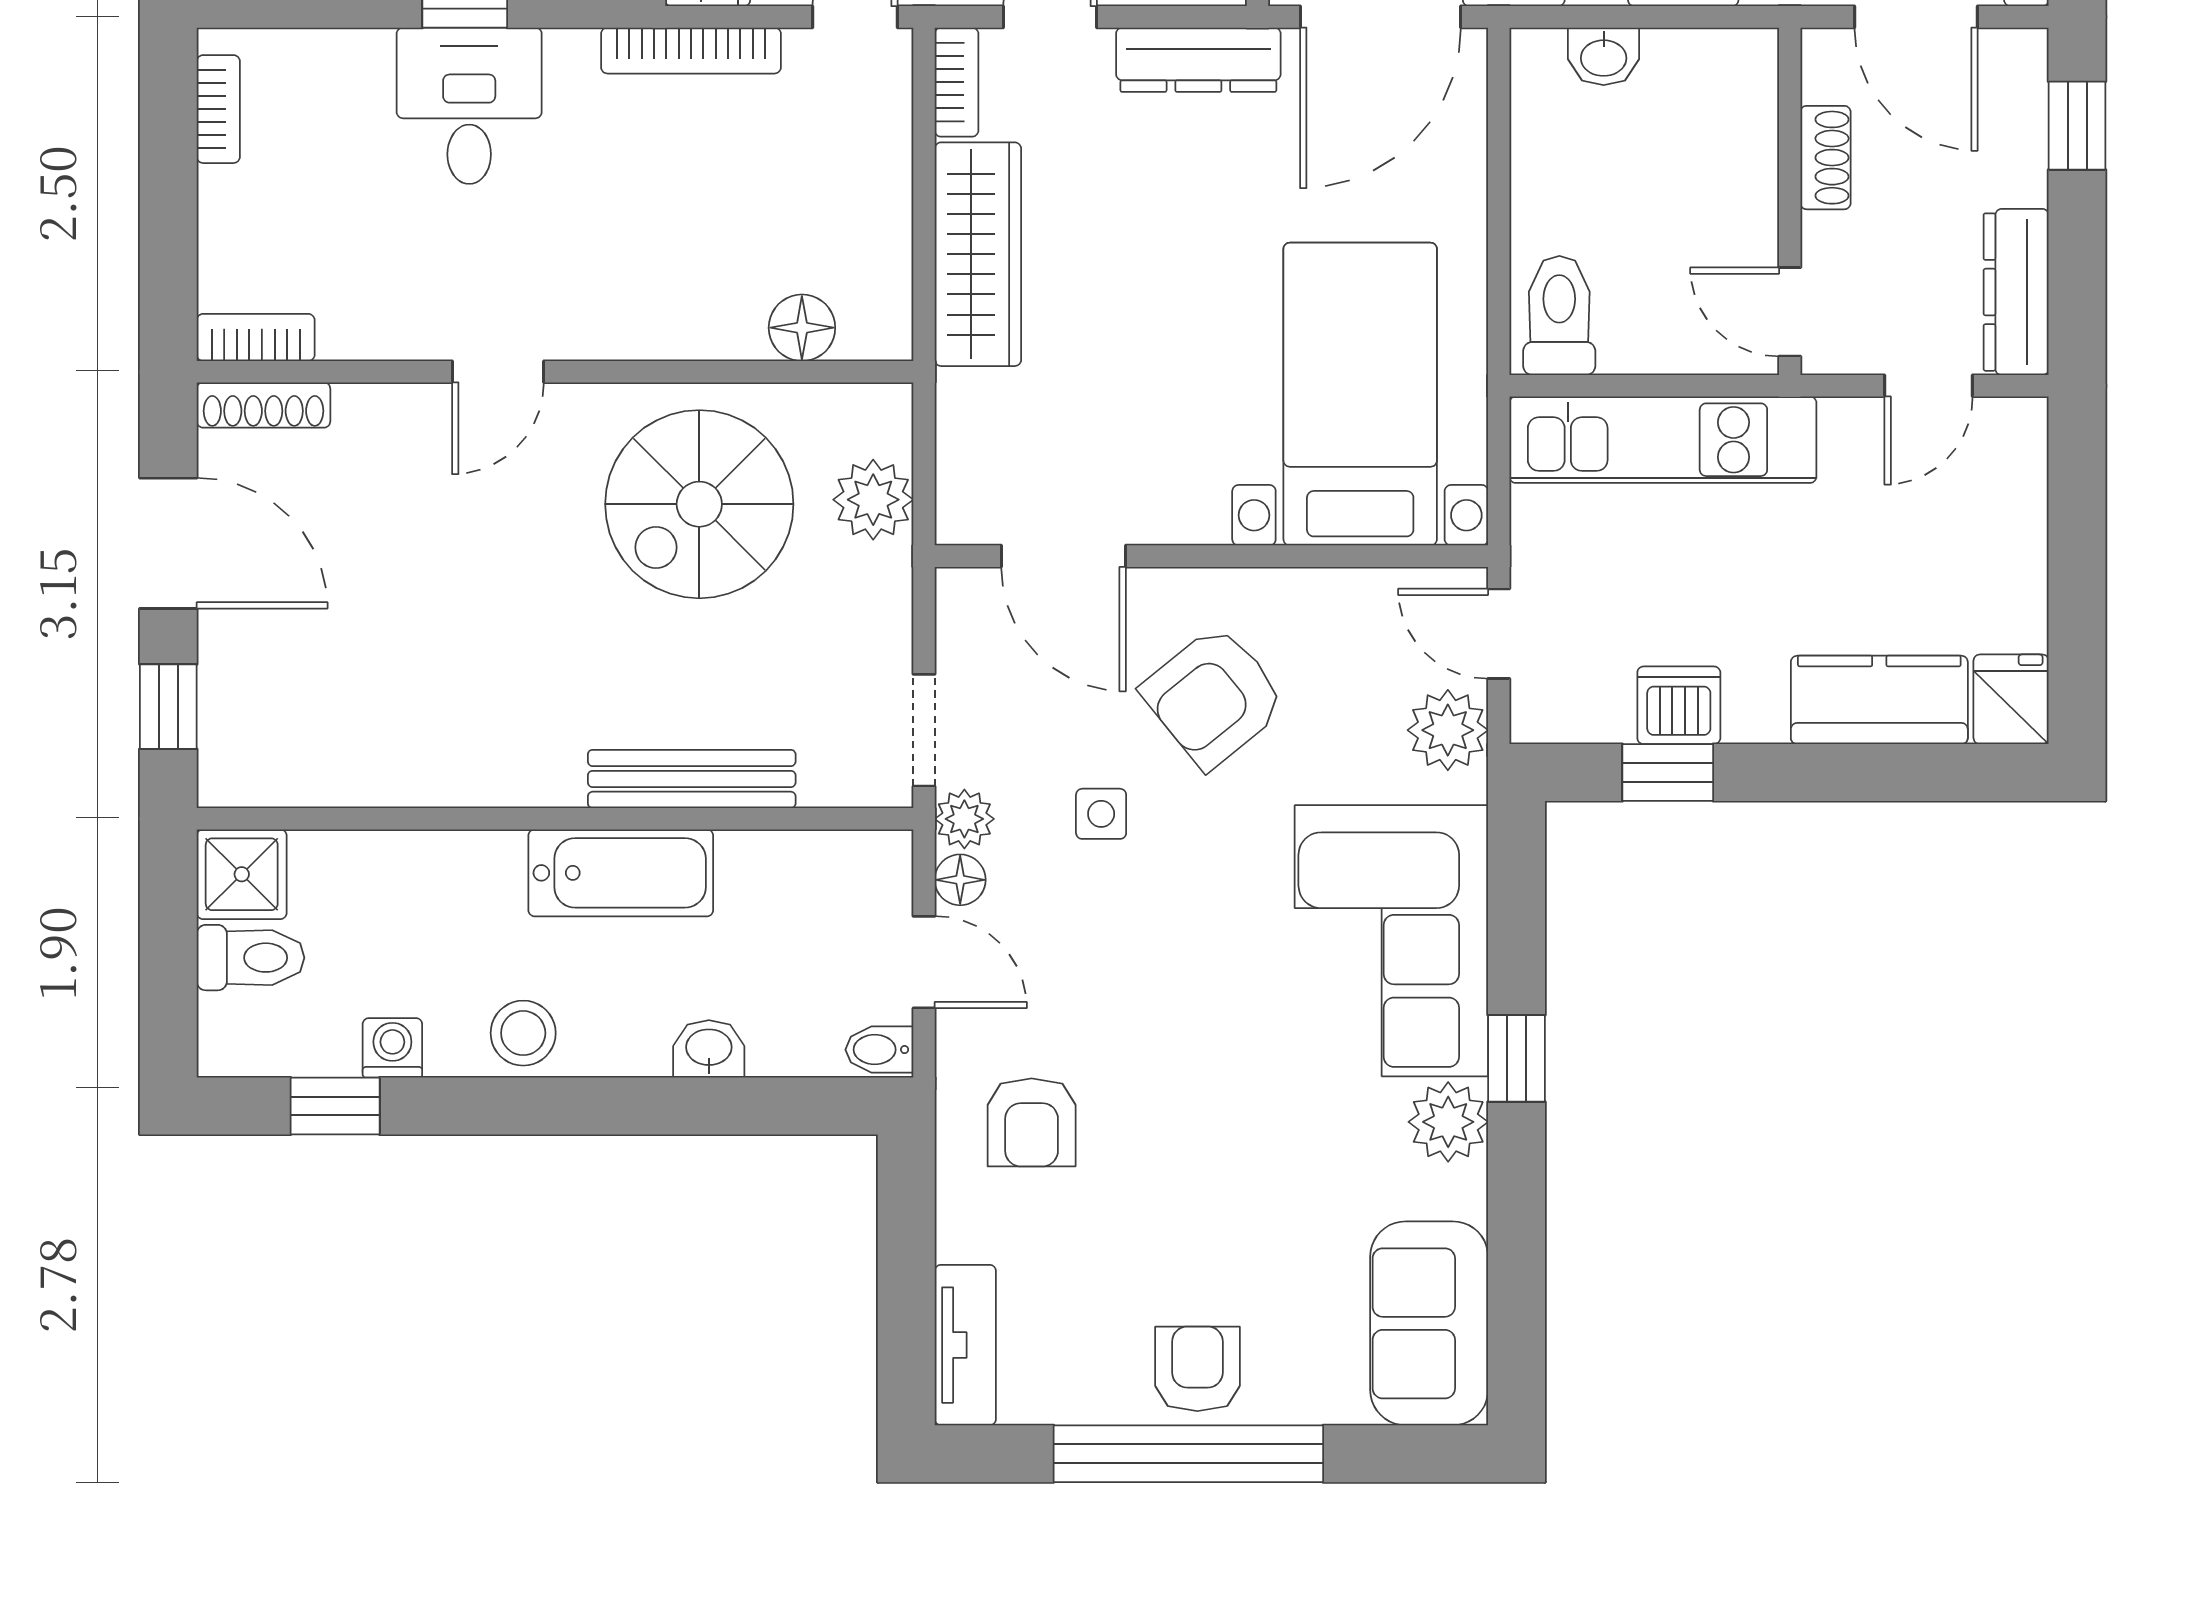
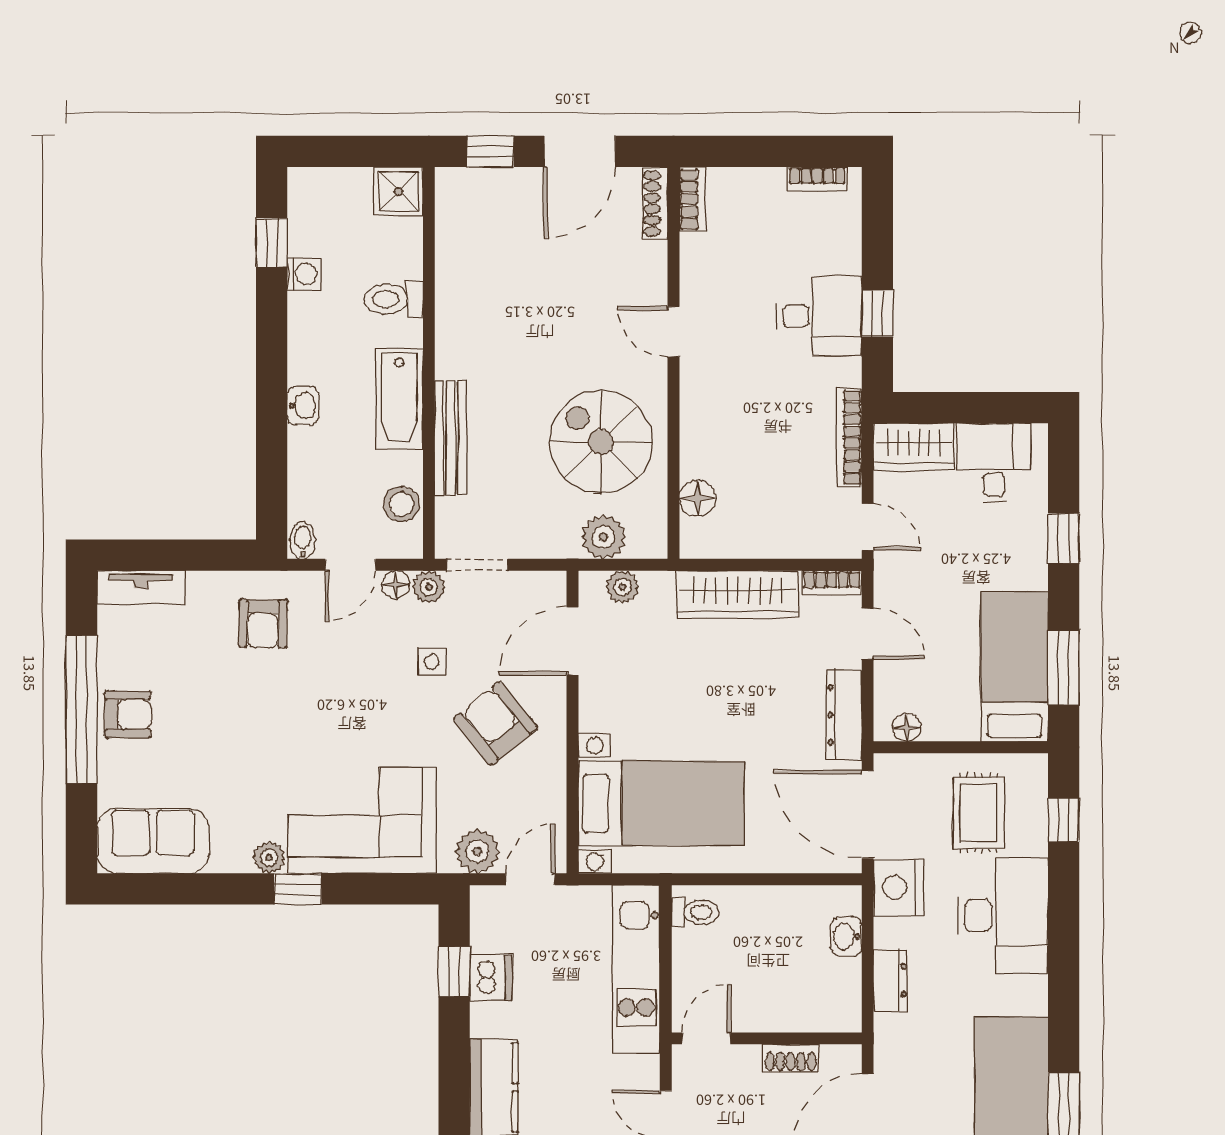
toilet: (1559, 316) -> (695, 912), width x0.73, depth x0.72
plant: (964, 465) -> (622, 587), added
toilet: (251, 958) -> (394, 299), moved, turned 90
stool: (523, 1033) -> (401, 504), moved
washbasin: (709, 1049) -> (303, 406), moved
armchair: (1032, 1122) -> (263, 624), turned -89
plant: (1448, 1122) -> (269, 858), width x0.73, depth x0.73

